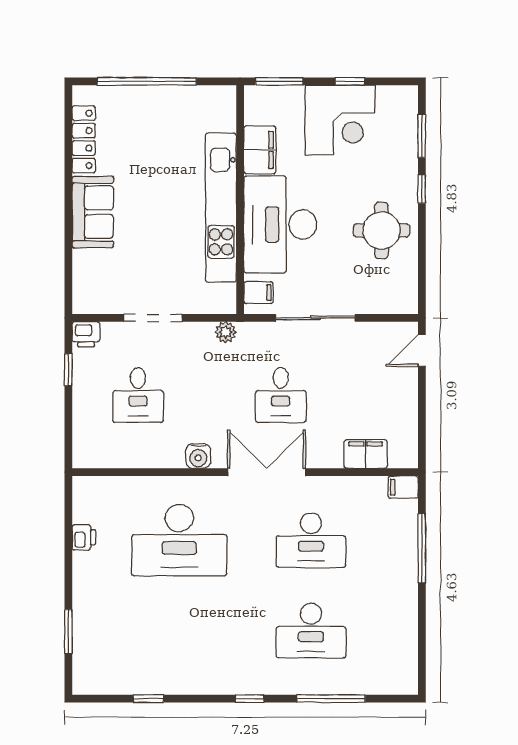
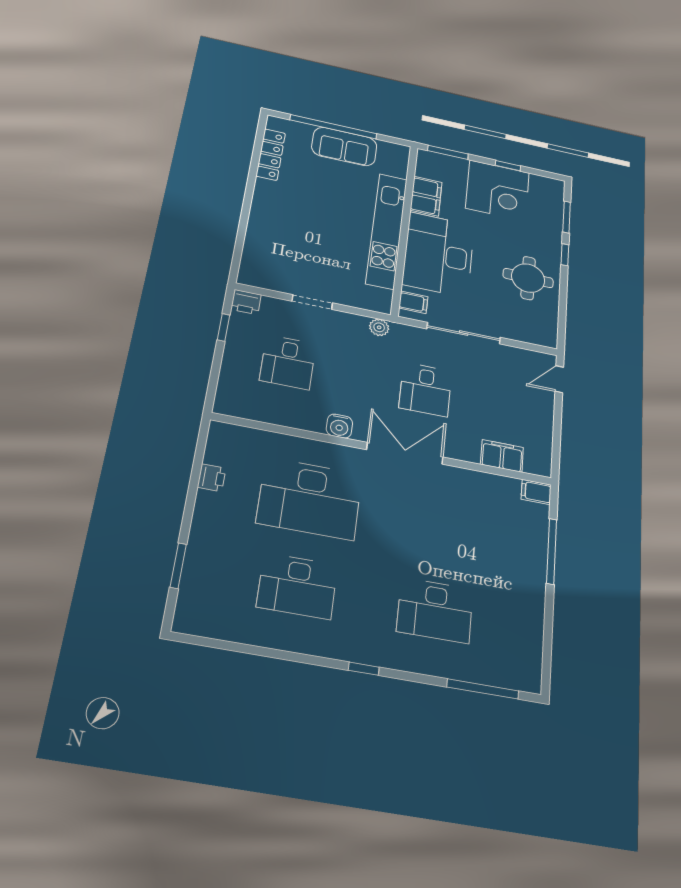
sofa: (93, 212) -> (344, 146), moved, turned 90
doorway: (153, 318) -> (312, 302), width x0.73
desk: (311, 540) -> (297, 586), moved
window: (148, 699) -> (254, 650), removed
window: (331, 699) -> (483, 689), moved

